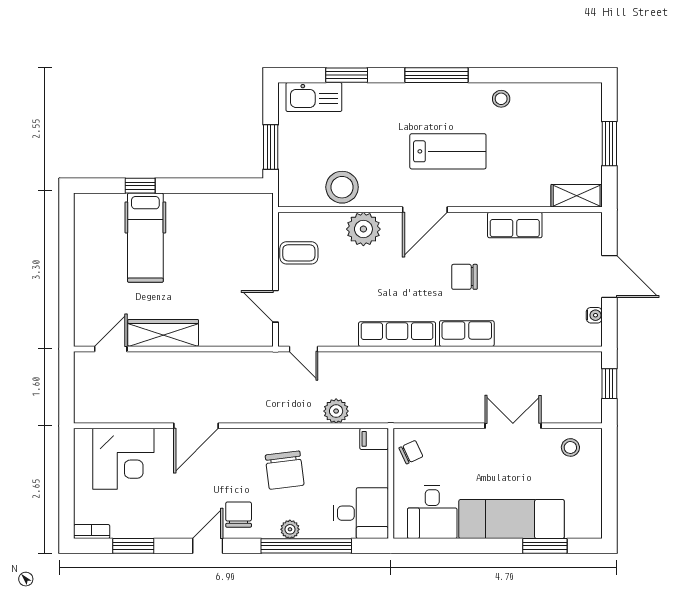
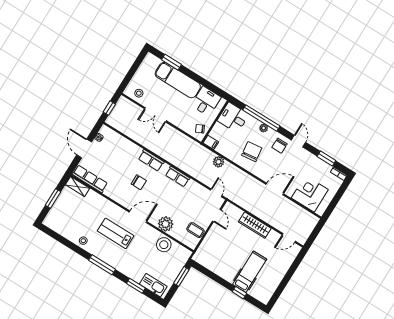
row of seats: (515, 225) -> (90, 179), moved, width x1.48
wardrobe: (163, 333) -> (255, 225), moved
row of seats: (397, 334) -> (178, 176), width x0.68
door: (208, 546) -> (298, 141), swing flipped

